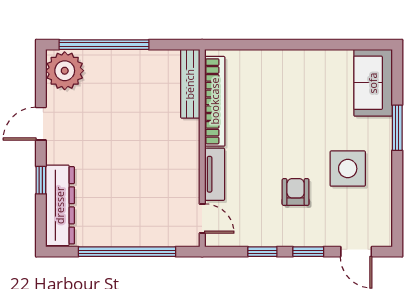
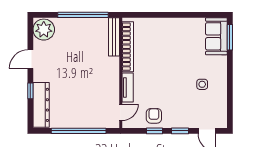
window: (104, 45) -> (83, 15), moved
window: (397, 128) -> (230, 37), moved
side table: (348, 169) -> (202, 84), width x0.54, depth x0.54
armchair: (296, 192) -> (154, 116), moved
door: (202, 219) -> (121, 112), hinge flipped

